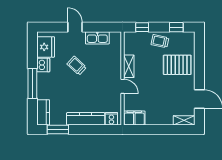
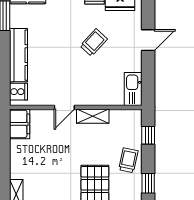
kitchen sink: (97, 38) -> (133, 89), moved

